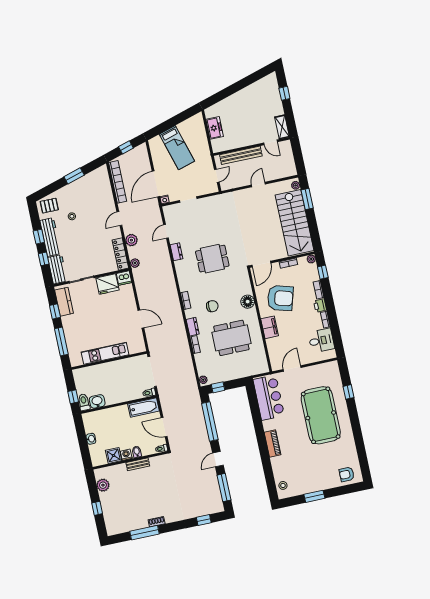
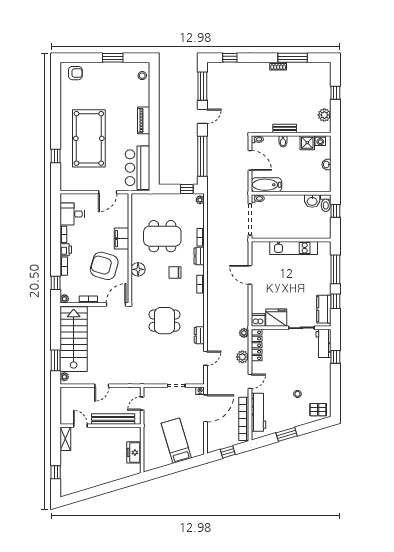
window: (39, 237) -> (335, 381), removed
workbench: (50, 237) -> (258, 412), moved, turned 180
washing machine: (126, 455) -> (320, 141), moved

